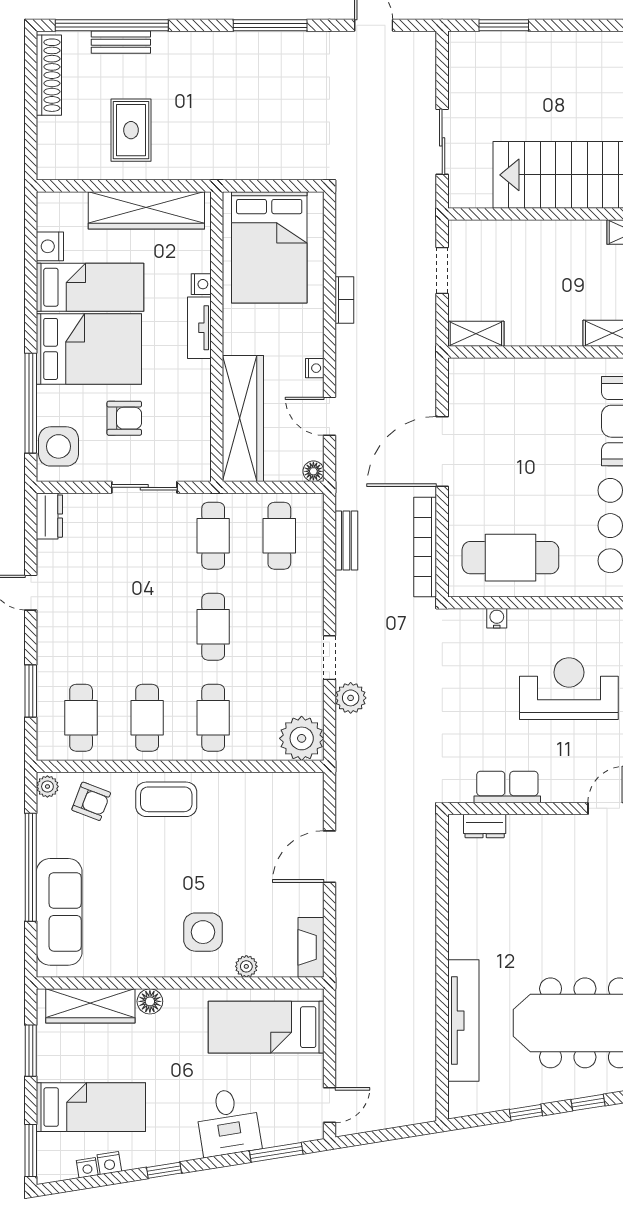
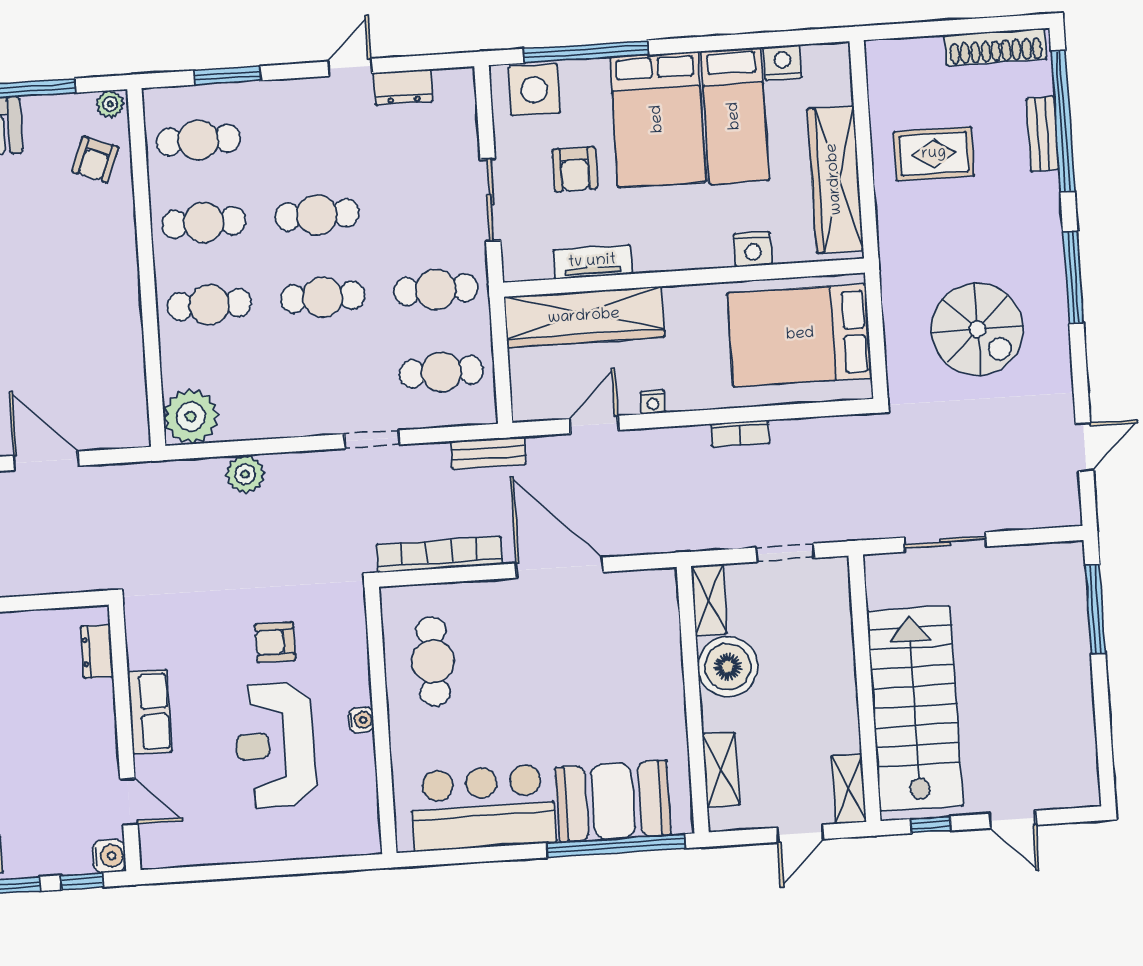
window: (270, 25) -> (1073, 278), moved
window: (504, 25) -> (1095, 609), width x1.44
spiral stairs: (274, 105) -> (977, 329), added
nightstand: (201, 284) -> (753, 249), width x1.39, depth x1.35
boiler: (530, 322) -> (728, 667), added
tv unit: (199, 328) -> (592, 262), moved
floor lamp: (313, 471) -> (524, 409), removed
dresser: (49, 516) -> (403, 87), moved
bench: (346, 541) -> (488, 453), moved
cafe table: (510, 558) -> (433, 661), width x0.73, depth x0.74
water cooler: (497, 618) -> (361, 720), moved
cafe table: (147, 627) -> (317, 215), added
doorway: (329, 658) -> (372, 439), moved
armchair: (487, 683) -> (275, 642), added
reception desk: (569, 689) -> (275, 745), turned 180
row of seats: (507, 787) -> (150, 712), moved
coffee table: (166, 799) -> (104, 253), removed

